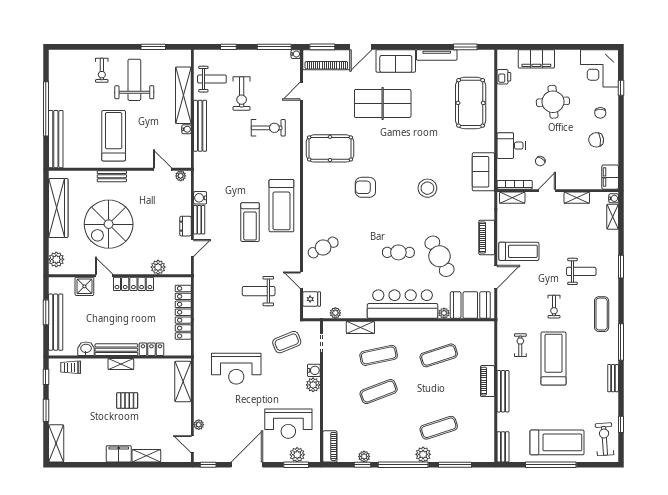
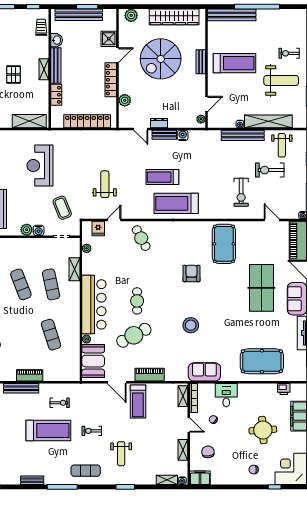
chair: (596, 140) -> (208, 452), moved
spiral stairs: (109, 224) -> (161, 59), turned -90

